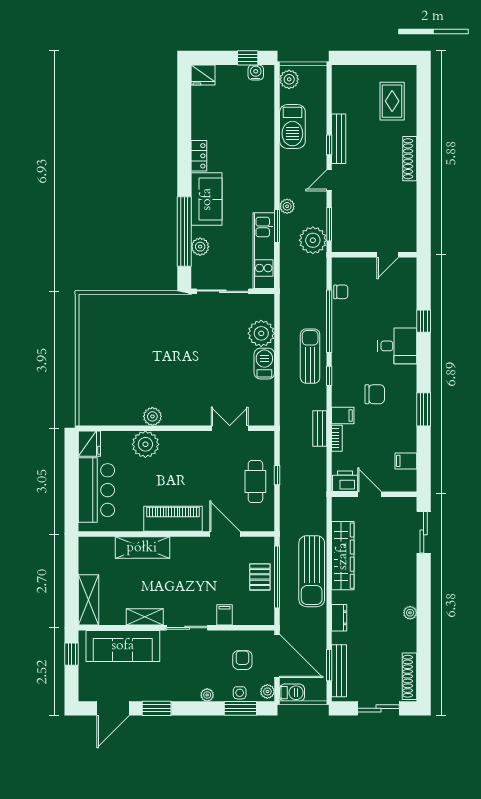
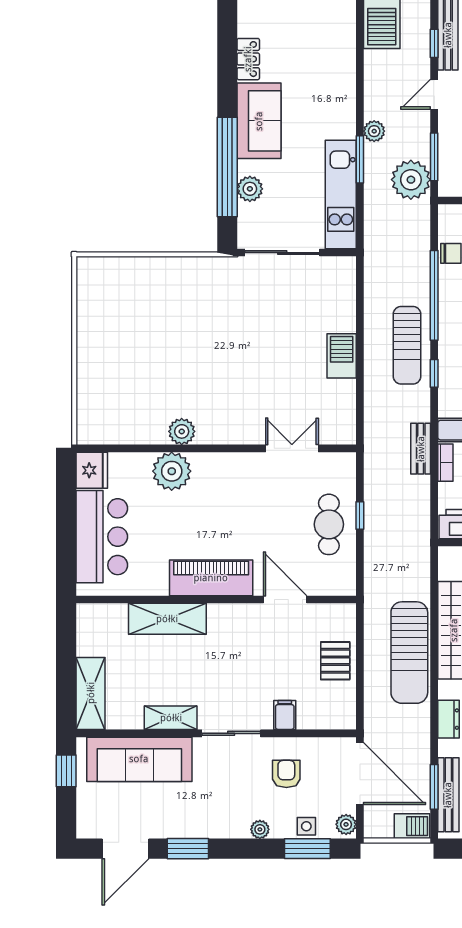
plant: (261, 333) -> (337, 313), removed
sun lounger: (310, 356) -> (407, 345), turned 180
window: (277, 577) -> (360, 661), removed
armchair: (242, 660) -> (286, 774), moved
barbecue: (292, 693) -> (412, 826), moved

